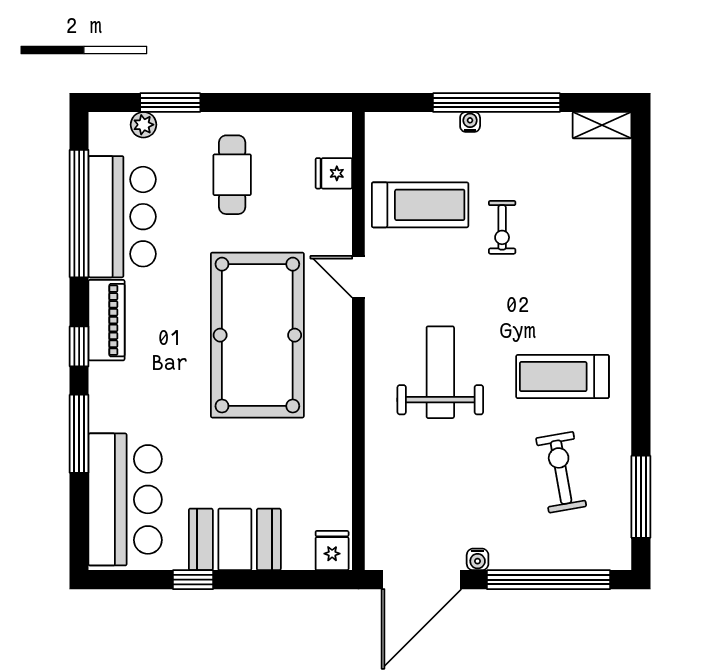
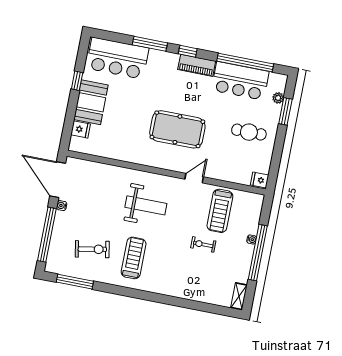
fridge: (334, 173) -> (260, 180), moved, turned -90
pool table: (257, 335) -> (177, 129), width x0.73, depth x0.76
fridge: (332, 551) -> (81, 129), moved

